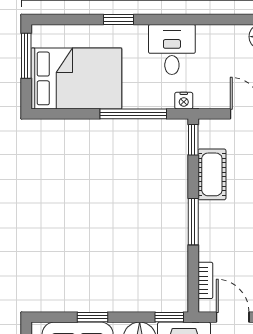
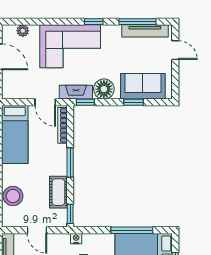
window: (133, 114) -> (132, 230), moved
bookcase: (205, 280) -> (63, 125), width x1.56

